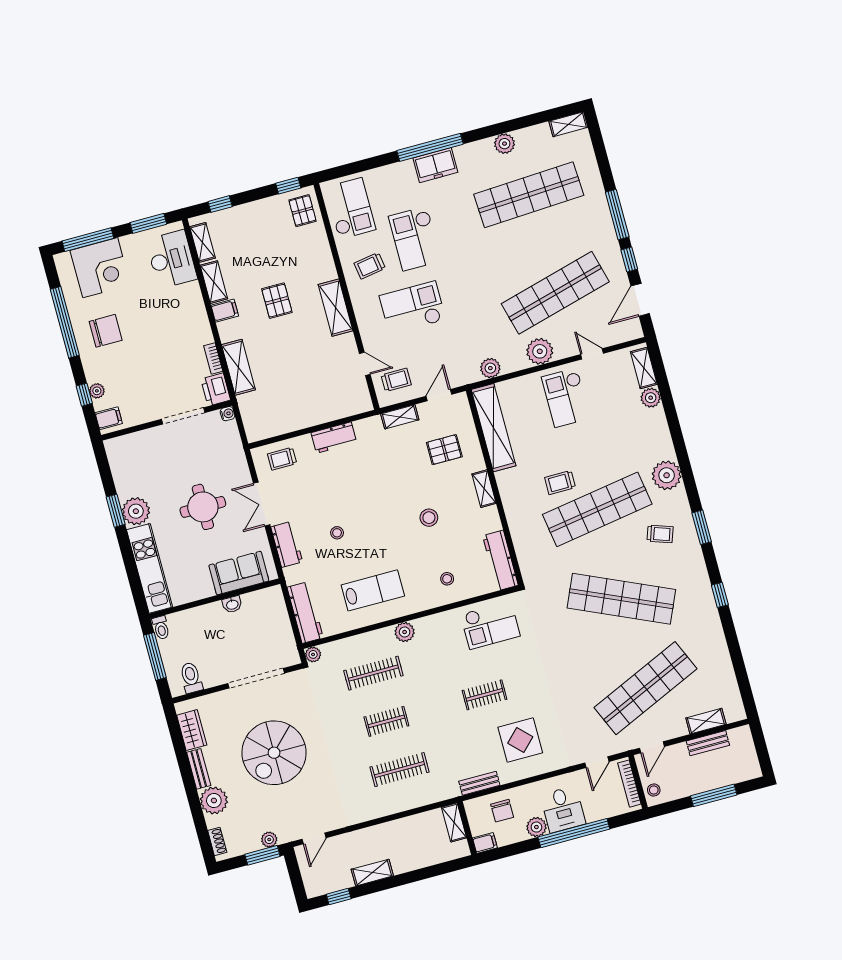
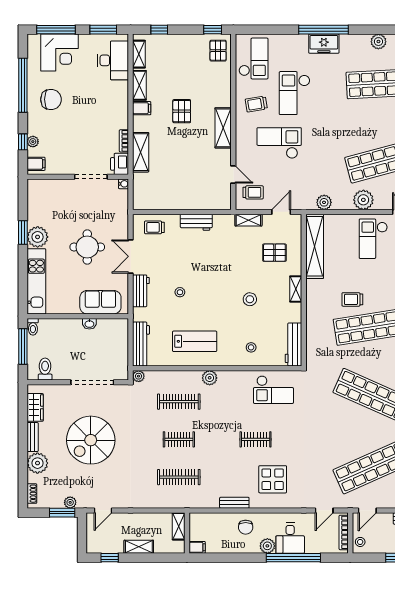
shelving: (454, 822) -> (179, 526), moved
wall: (467, 828) -> (187, 533), moved
filing cabinet: (485, 843) -> (197, 547), moved

